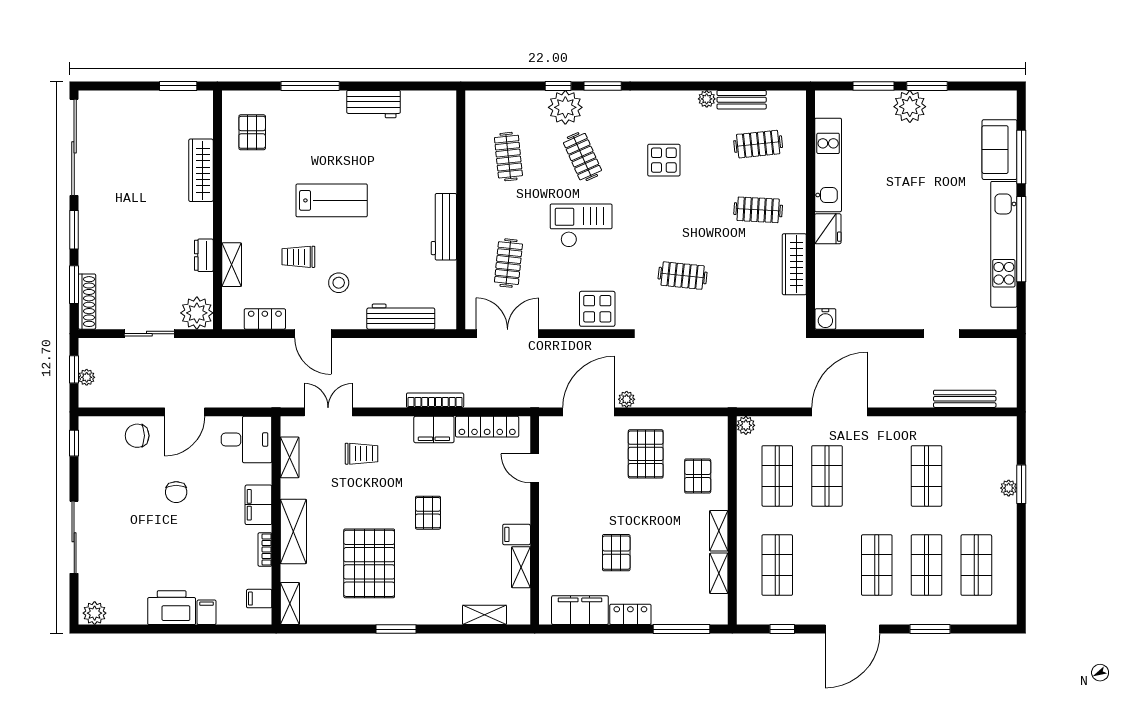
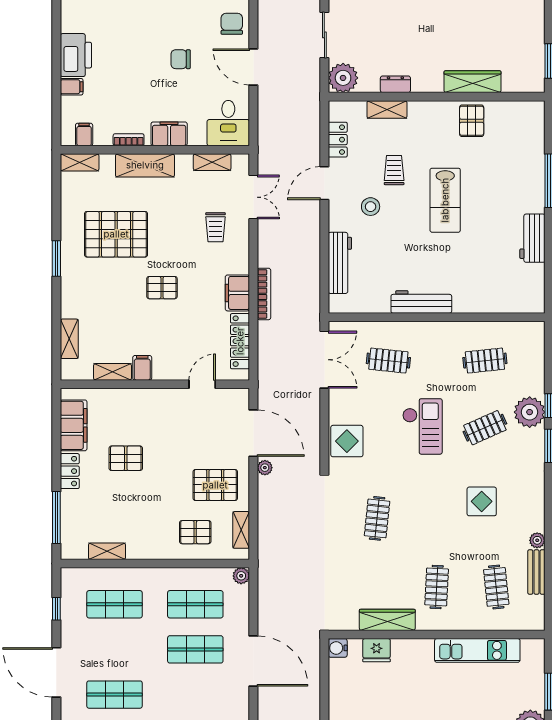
pallet: (252, 132) -> (472, 121), moved, turned 90
fridge: (828, 229) -> (377, 650), moved
shelving: (719, 531) -> (241, 530), moved, turned 90

